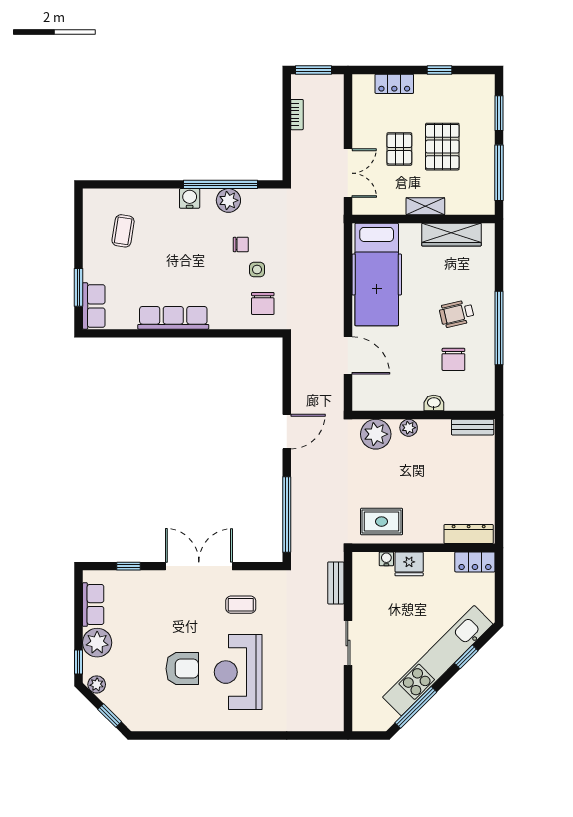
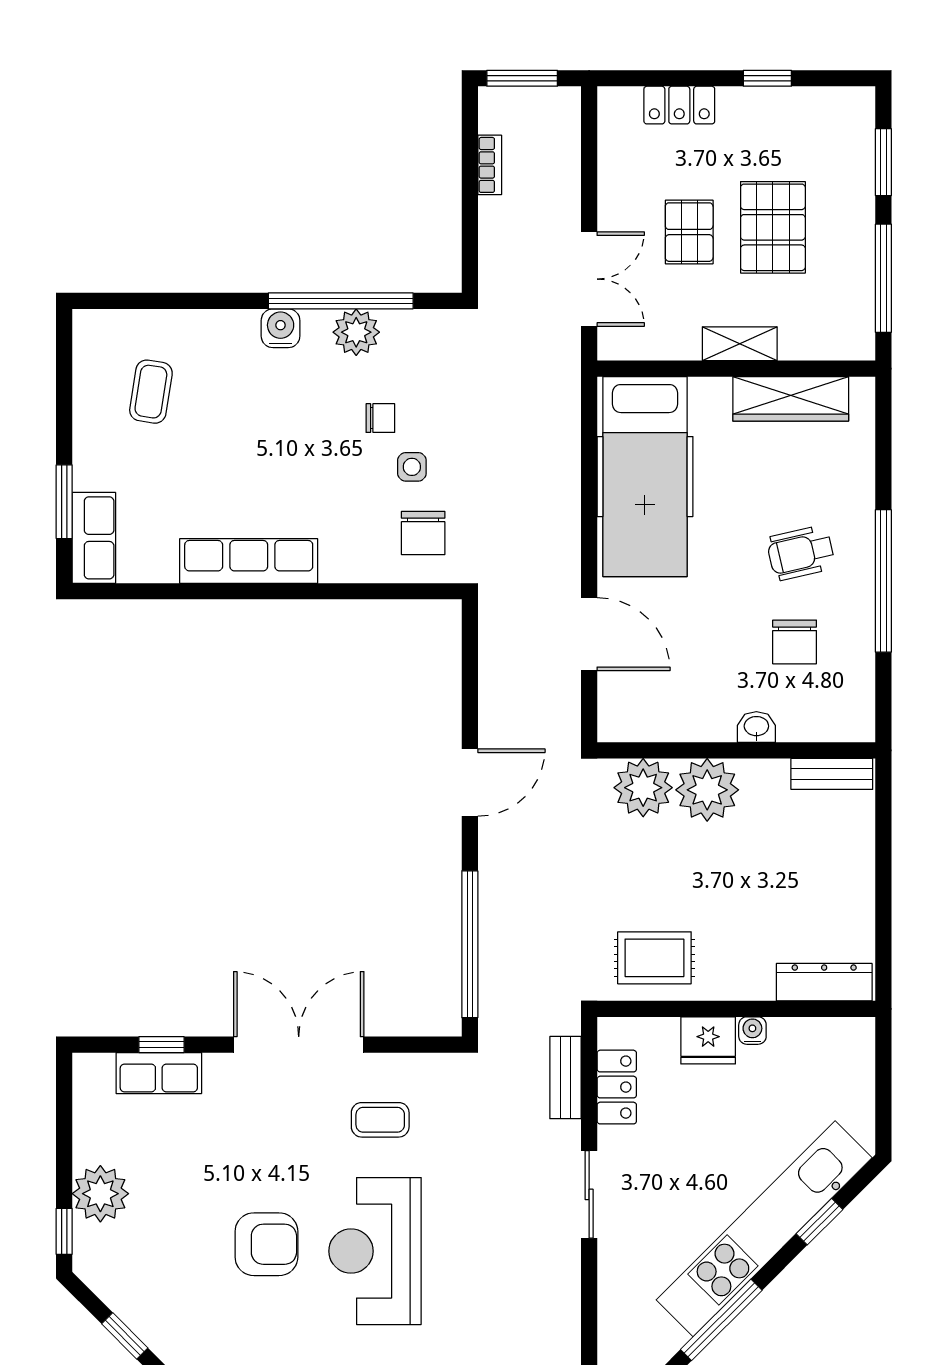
plant: (409, 428) -> (707, 790), width x1.87, depth x1.87
water cooler: (386, 559) -> (752, 1031), moved
locker: (475, 562) -> (617, 1087), moved, turned -90
row of seats: (93, 605) -> (159, 1073), moved, turned 90
plant: (97, 684) -> (99, 1275), removed

